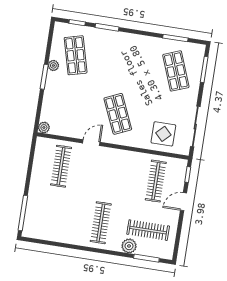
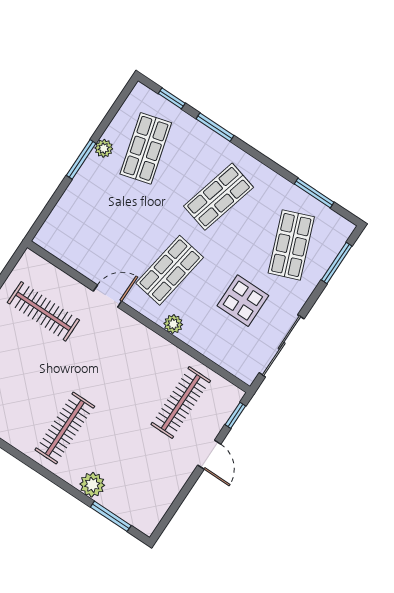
shop shelf: (126, 63) -> (219, 197), added
shop shelf: (118, 114) -> (170, 270), turned 33
plant: (44, 127) -> (173, 324), moved
display table: (163, 134) -> (243, 301), moved
clothes rail: (61, 166) -> (43, 311), turned 90
door: (184, 202) -> (209, 455), swing flipped
clothes rail: (148, 230) -> (133, 474), removed

